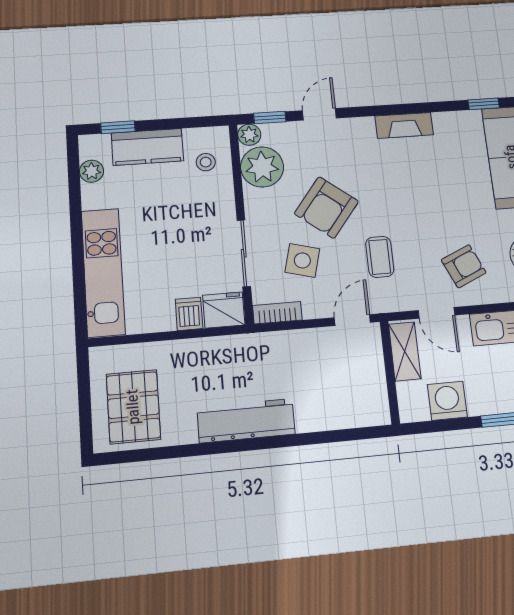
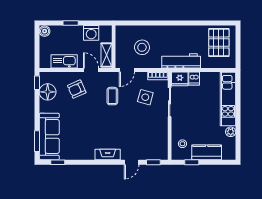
fireplace: (404, 125) -> (108, 154), moved
window: (118, 127) -> (192, 162), moved
plant: (249, 135) -> (163, 155), removed
plant: (262, 167) -> (159, 140), removed
plant: (91, 171) -> (231, 132), moved
armchair: (326, 207) -> (133, 120), removed
stool: (322, 377) -> (142, 47), added
workbench: (246, 421) -> (181, 61), moved, turned 180

